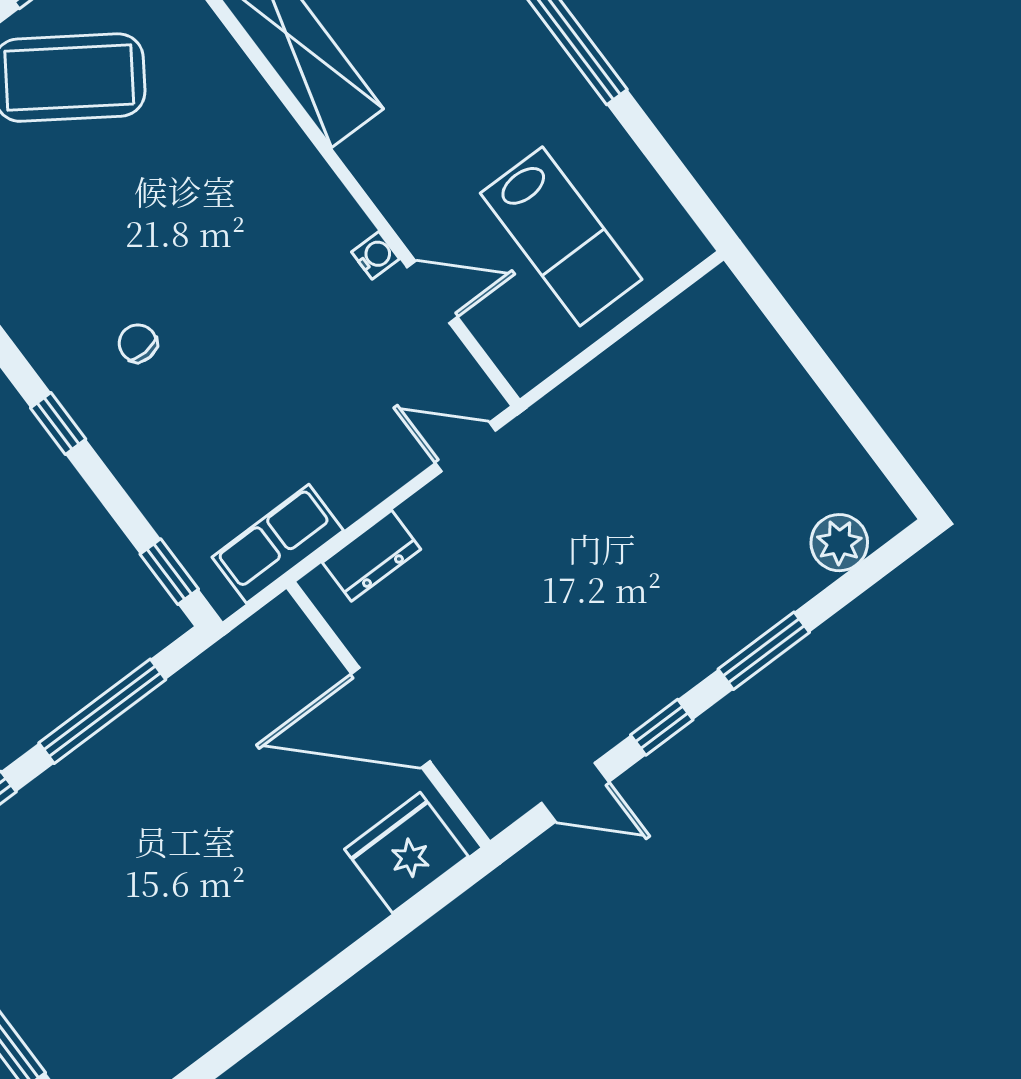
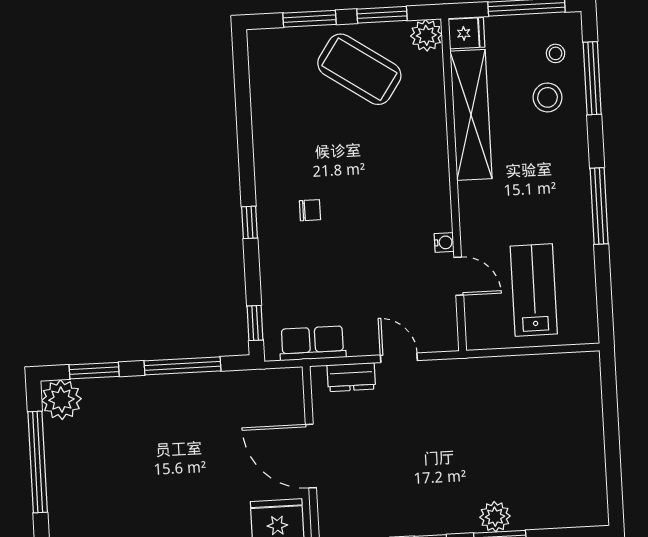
lab bench: (561, 236) -> (534, 290), turned 180
chair: (138, 343) -> (310, 210), turned 94
door: (466, 447) -> (399, 358), moved
plant: (839, 543) -> (495, 517), moved

